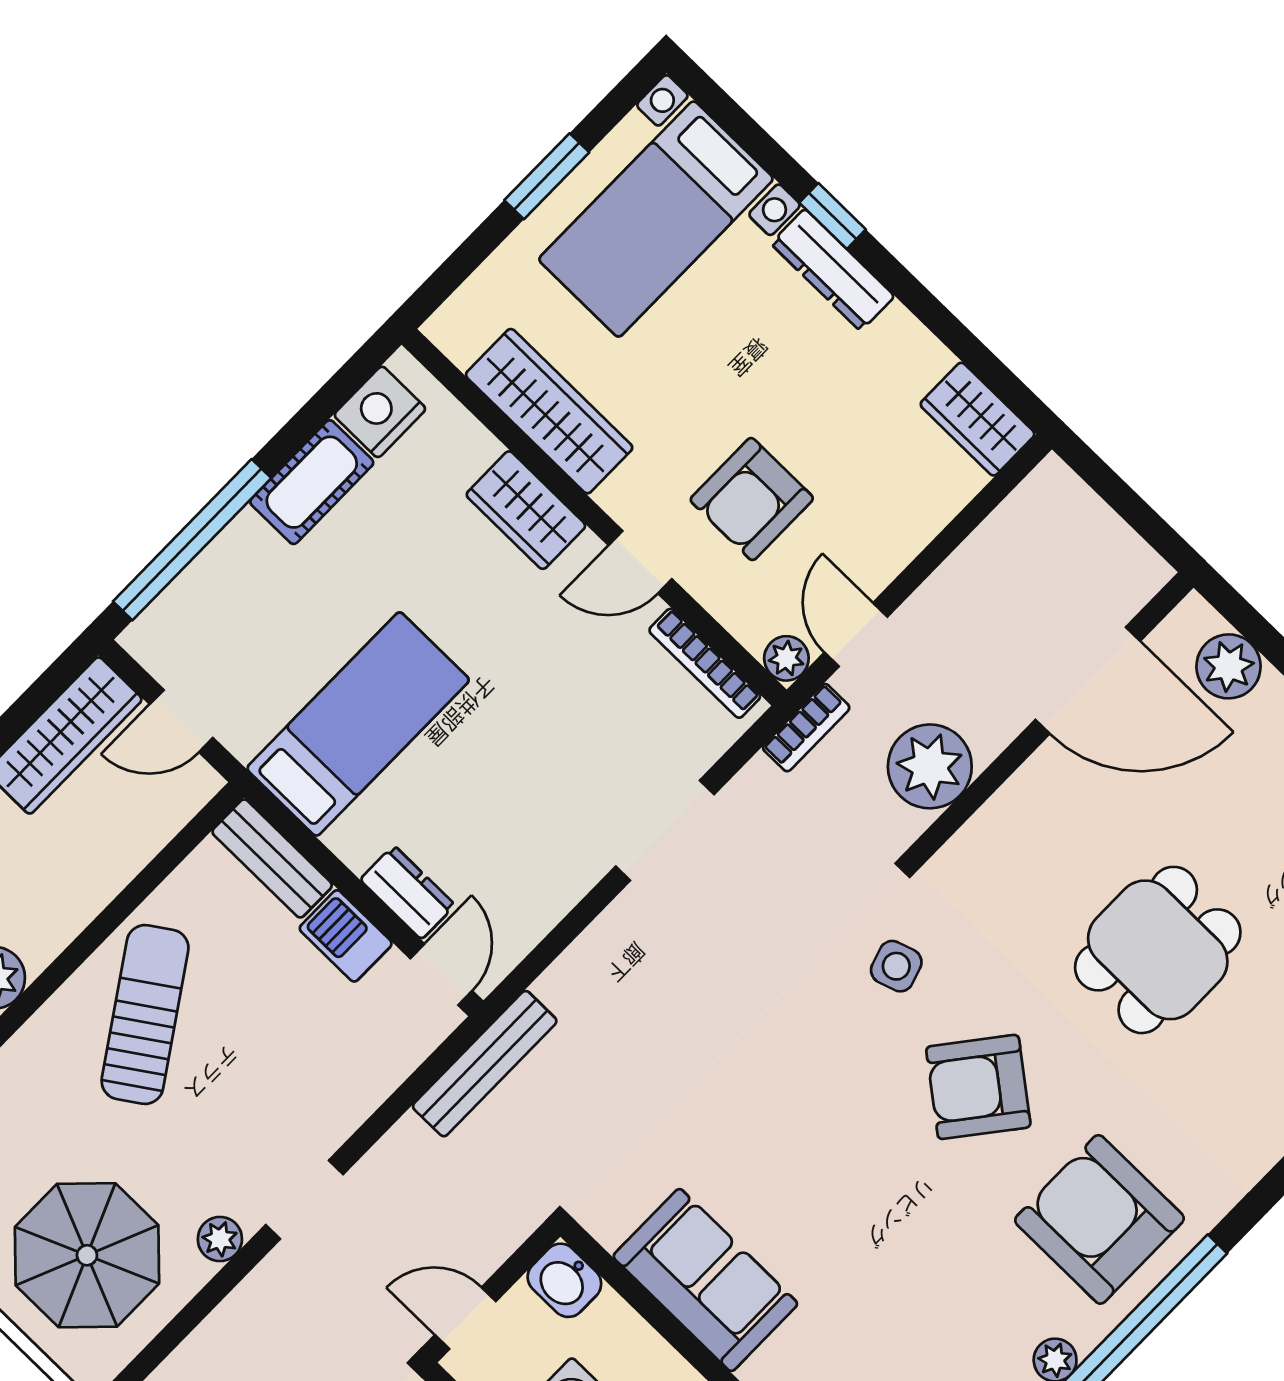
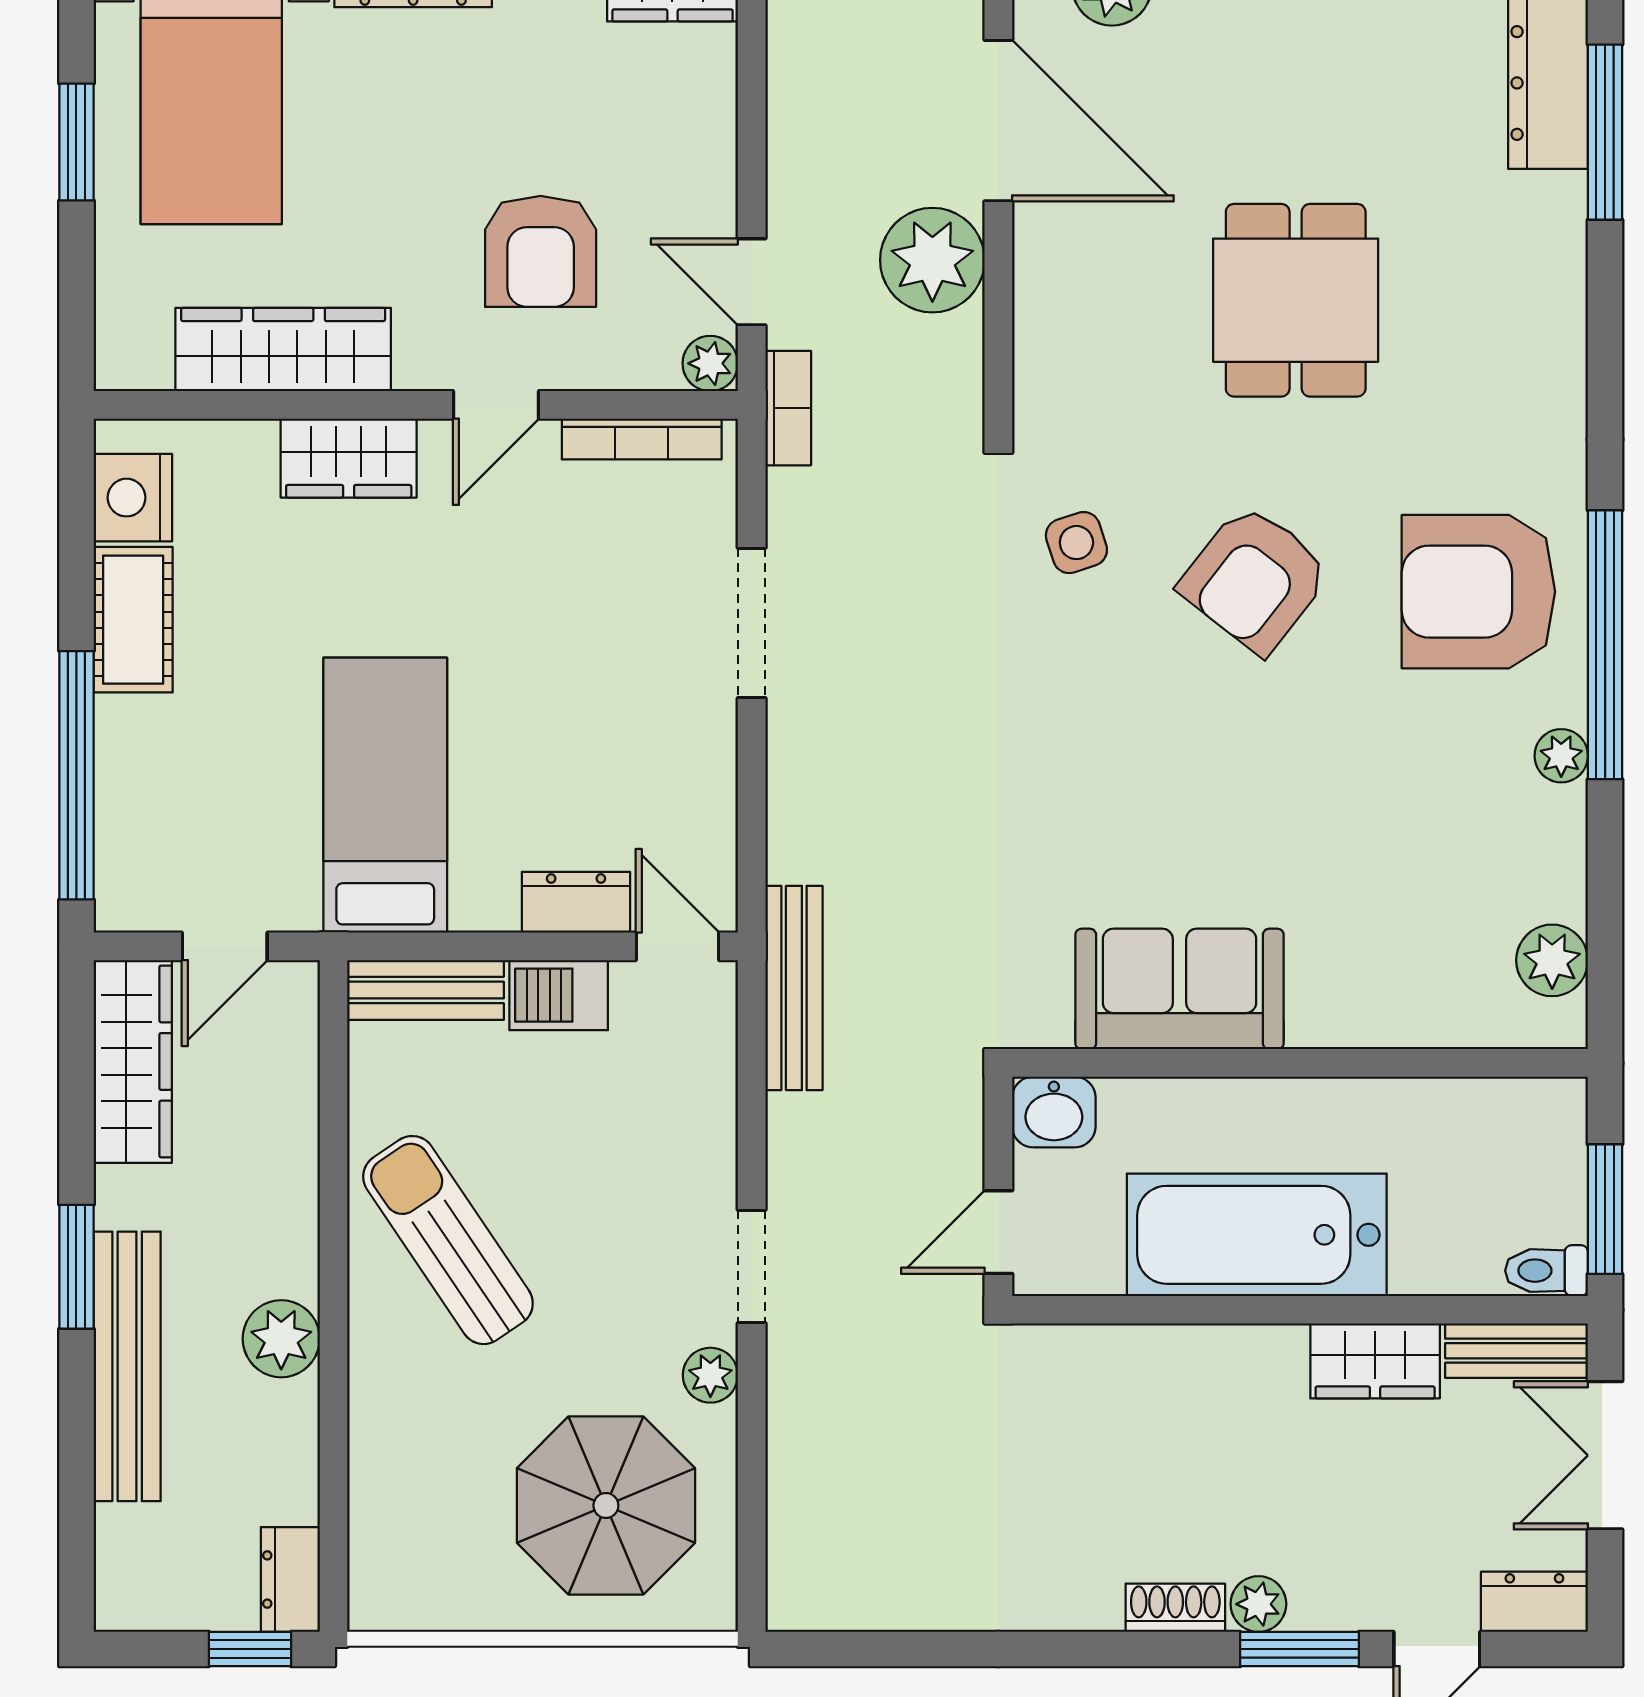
door: (1088, 680) -> (998, 121), hinge flipped
plant: (930, 766) -> (932, 260), moved

